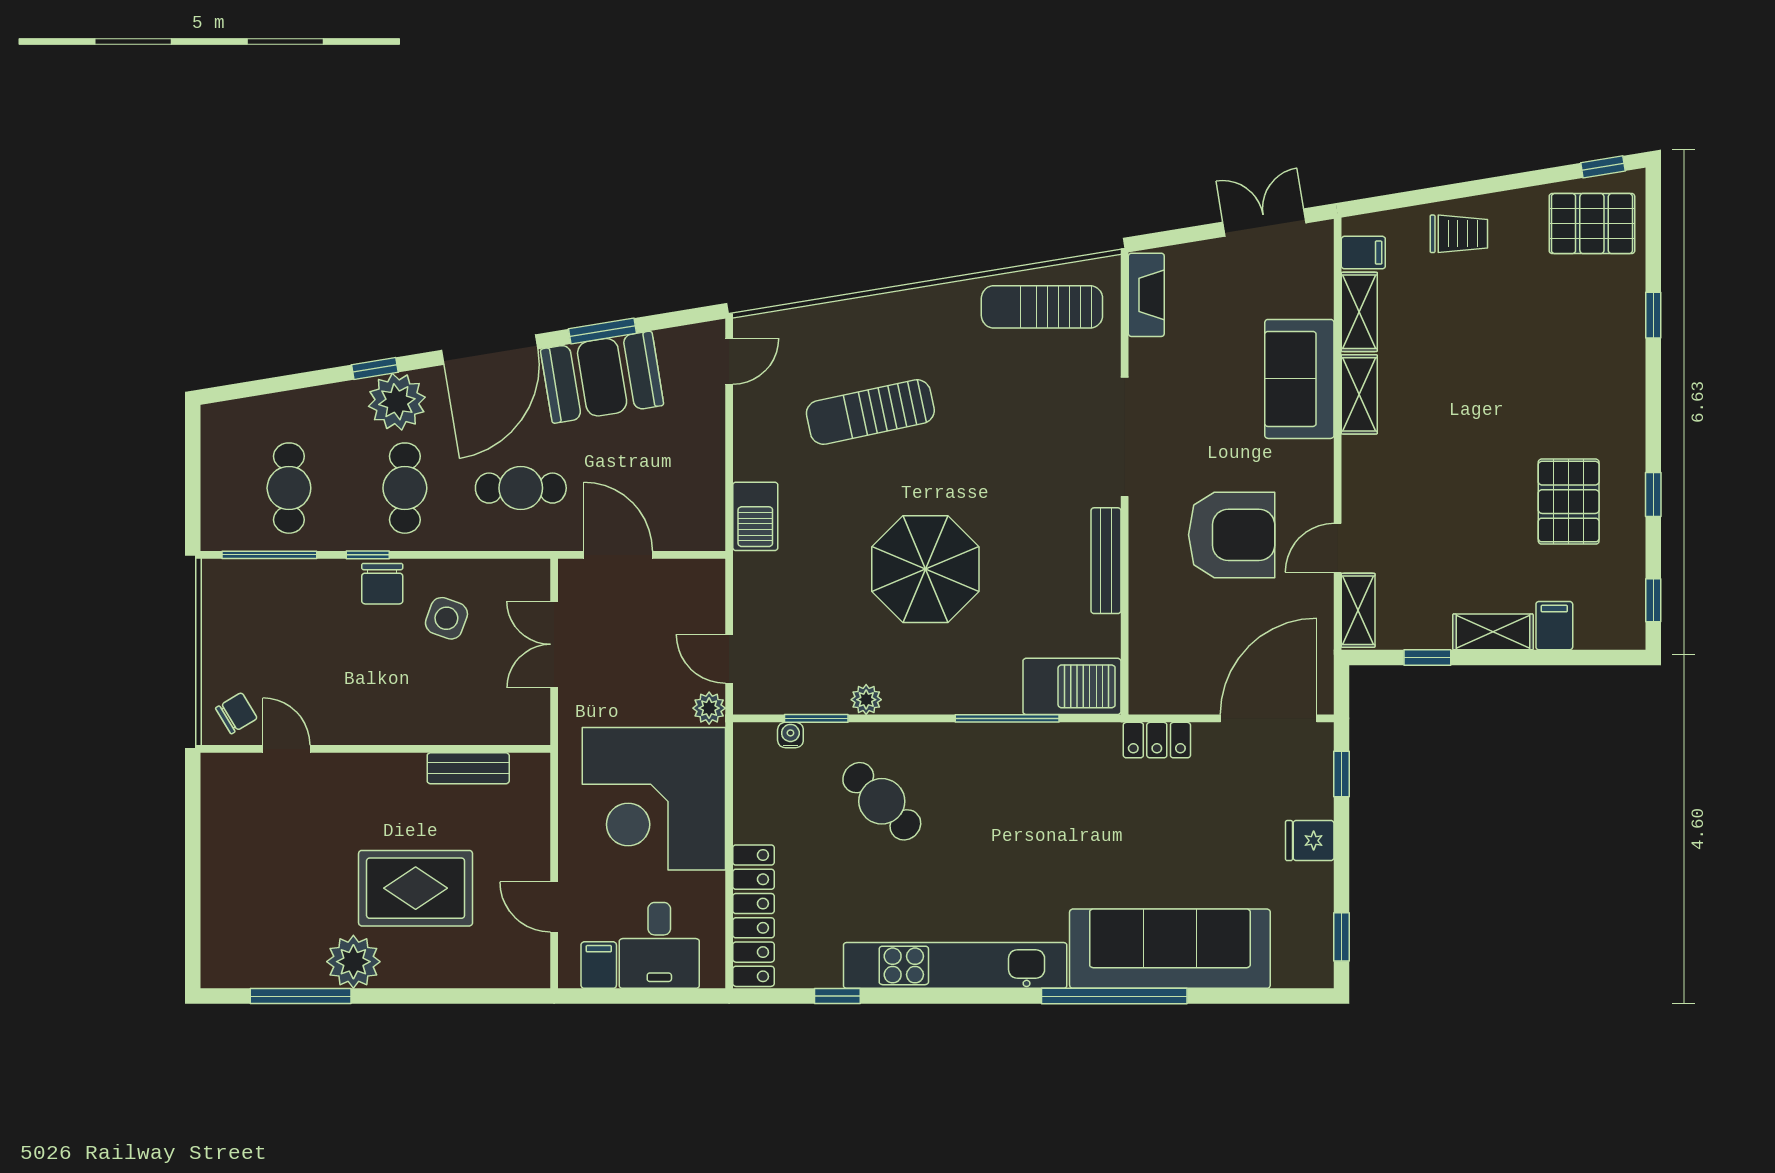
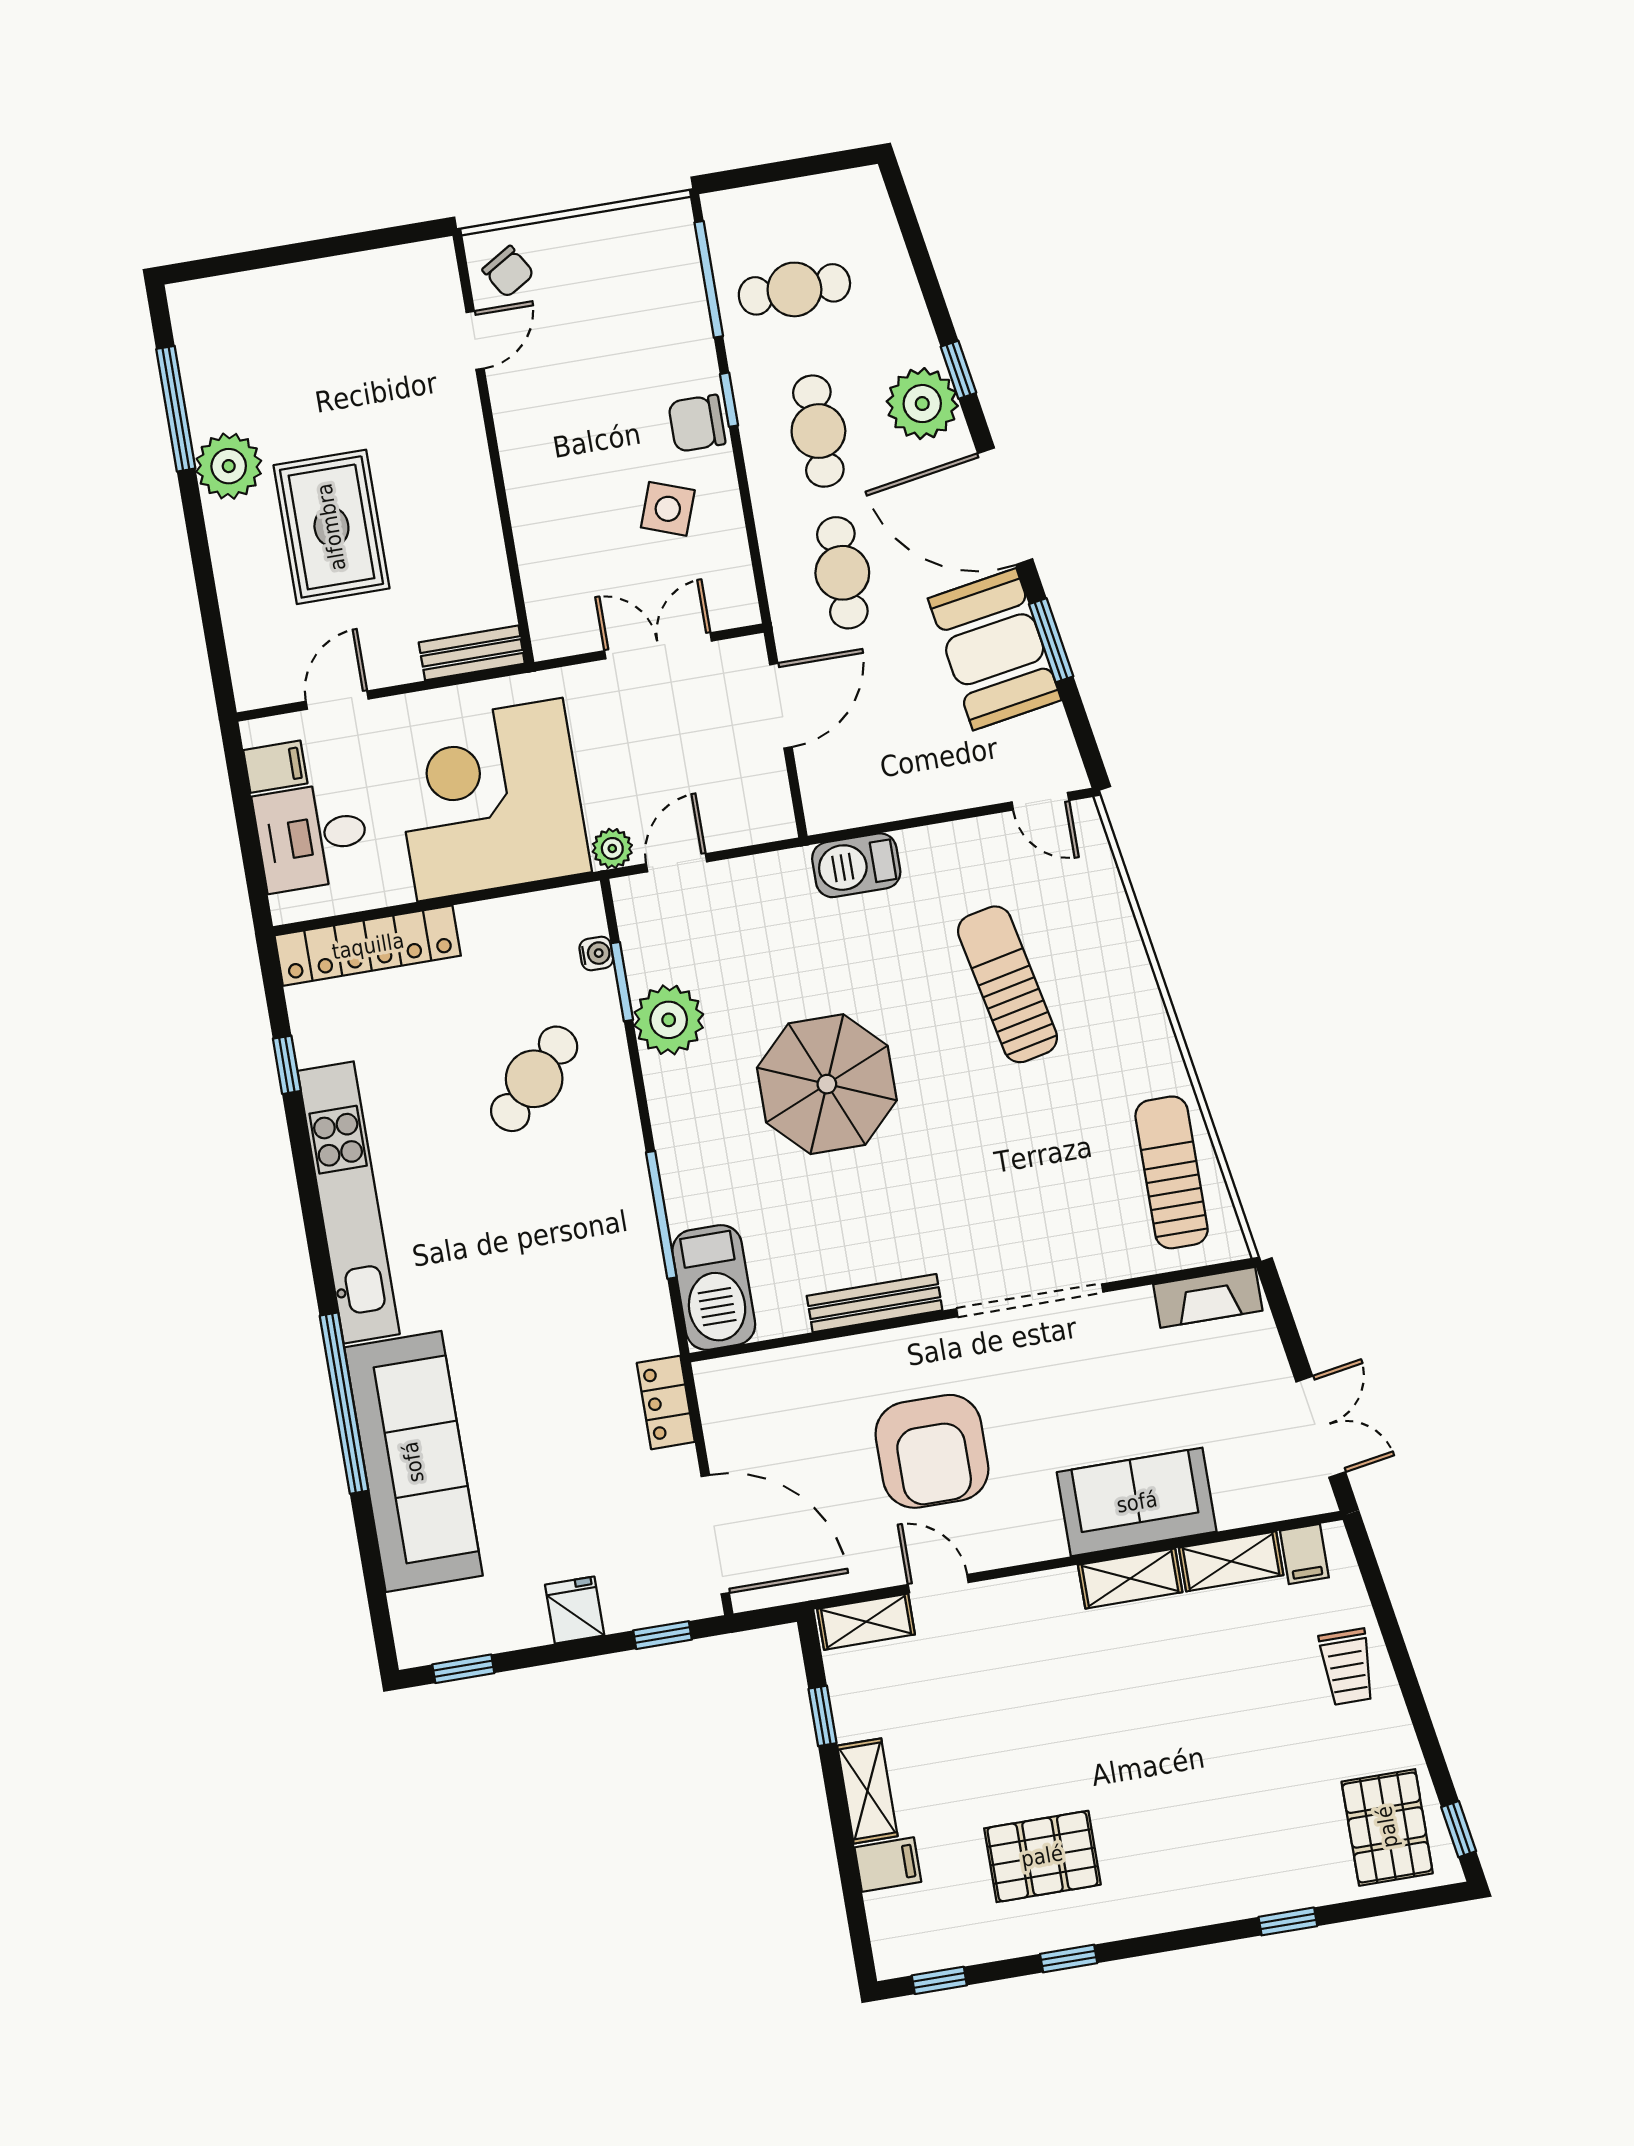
cafe table: (405, 488) -> (818, 431), turned 90
plant: (866, 700) -> (669, 1020), width x1.88, depth x1.88
bench: (468, 768) -> (472, 653), moved, turned 90

